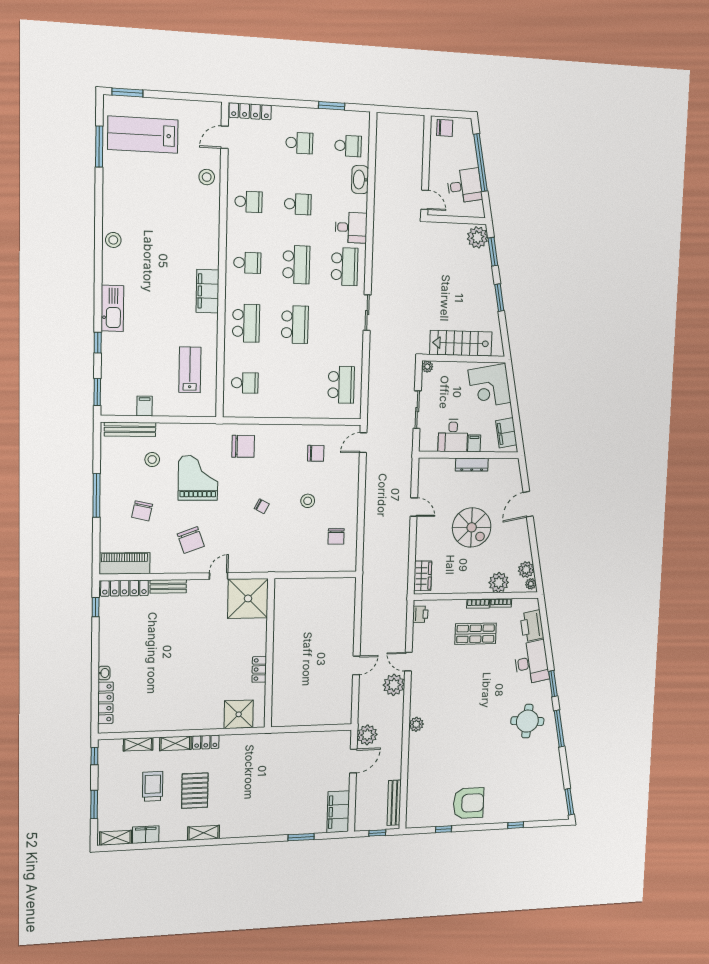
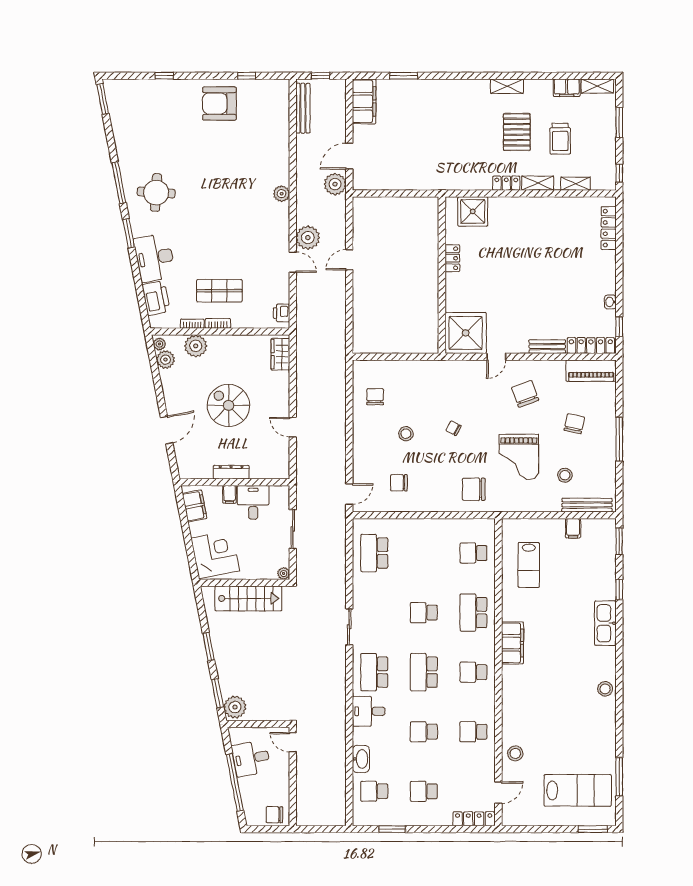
school desk: (295, 325) -> (424, 613), width x0.54
washbasin: (104, 673) -> (610, 302), moved

